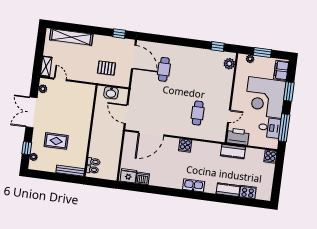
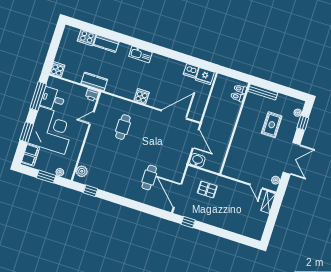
shelving: (71, 37) -> (237, 227), removed
washbasin: (111, 93) -> (197, 160), moved
printer: (238, 137) -> (92, 95), width x0.53, depth x0.68
rug: (56, 141) -> (272, 125), turned 90

